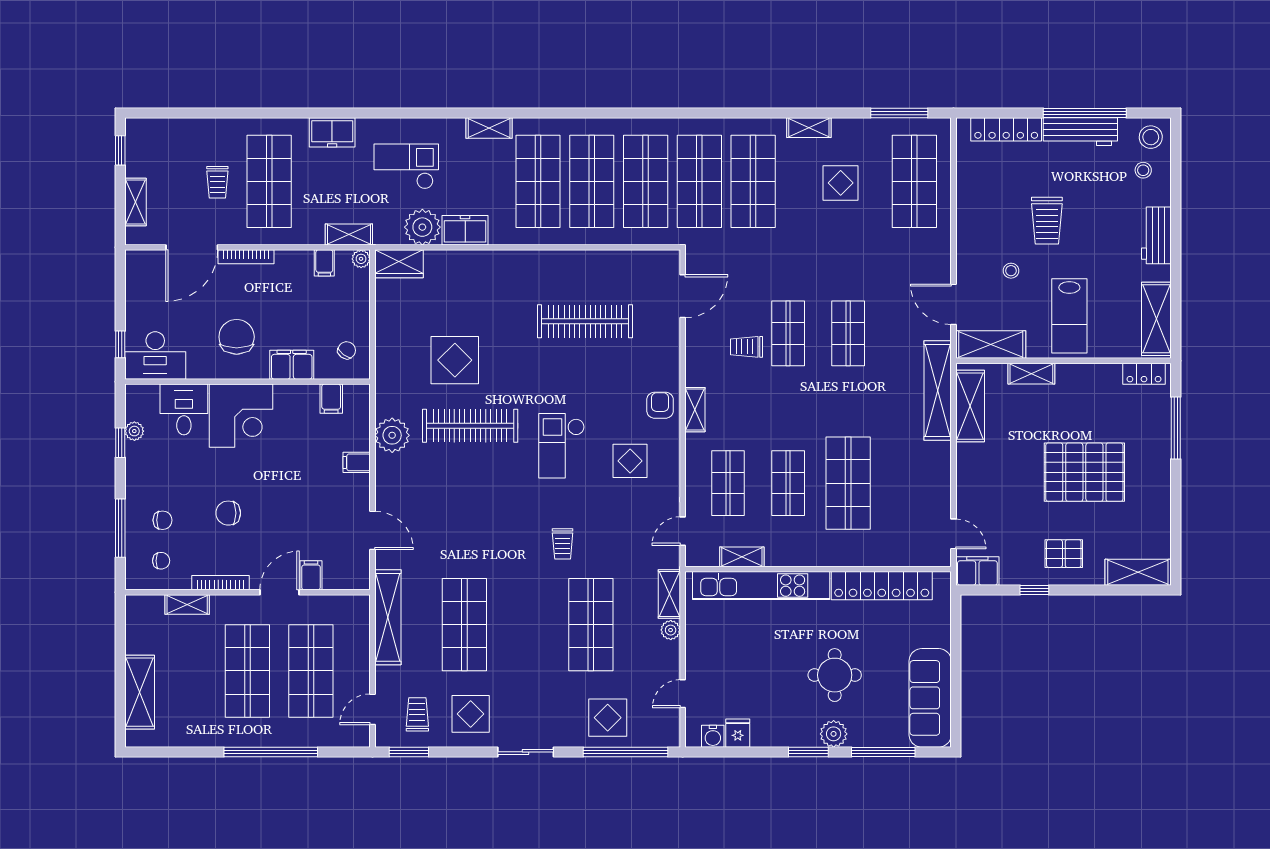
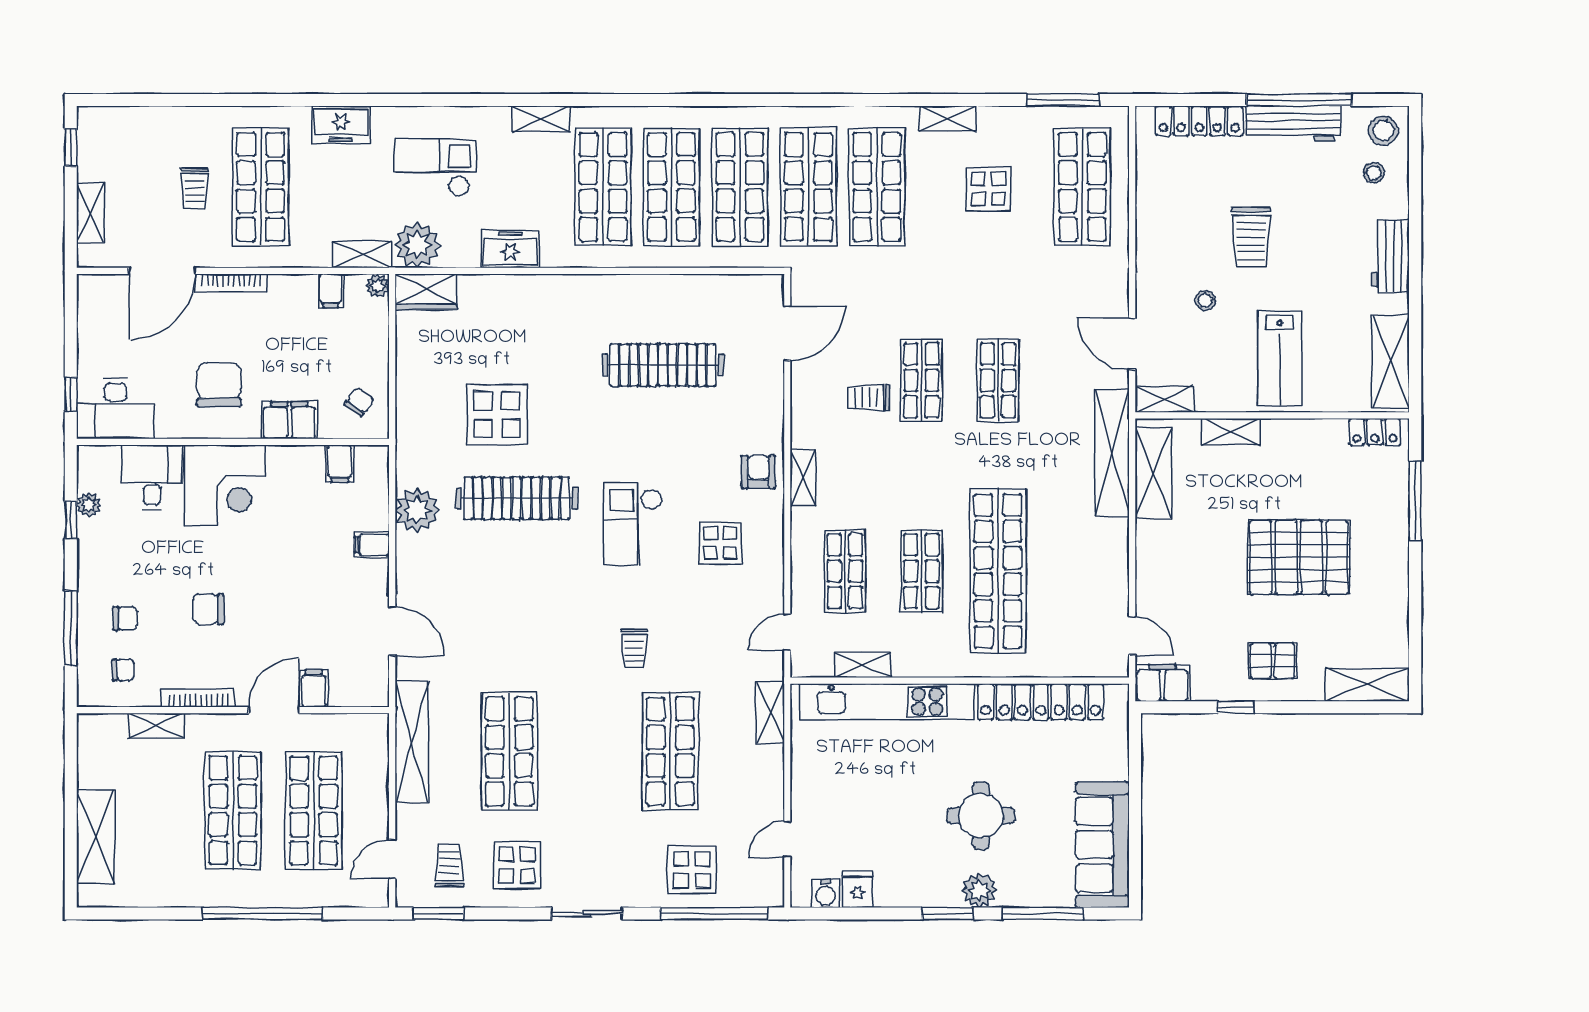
plant: (422, 227) -> (417, 245), moved
shelving: (991, 344) -> (1165, 399), width x0.67, depth x0.75
shop shelf: (848, 483) -> (998, 571), width x1.40
plant: (671, 630) -> (772, 758), removed

